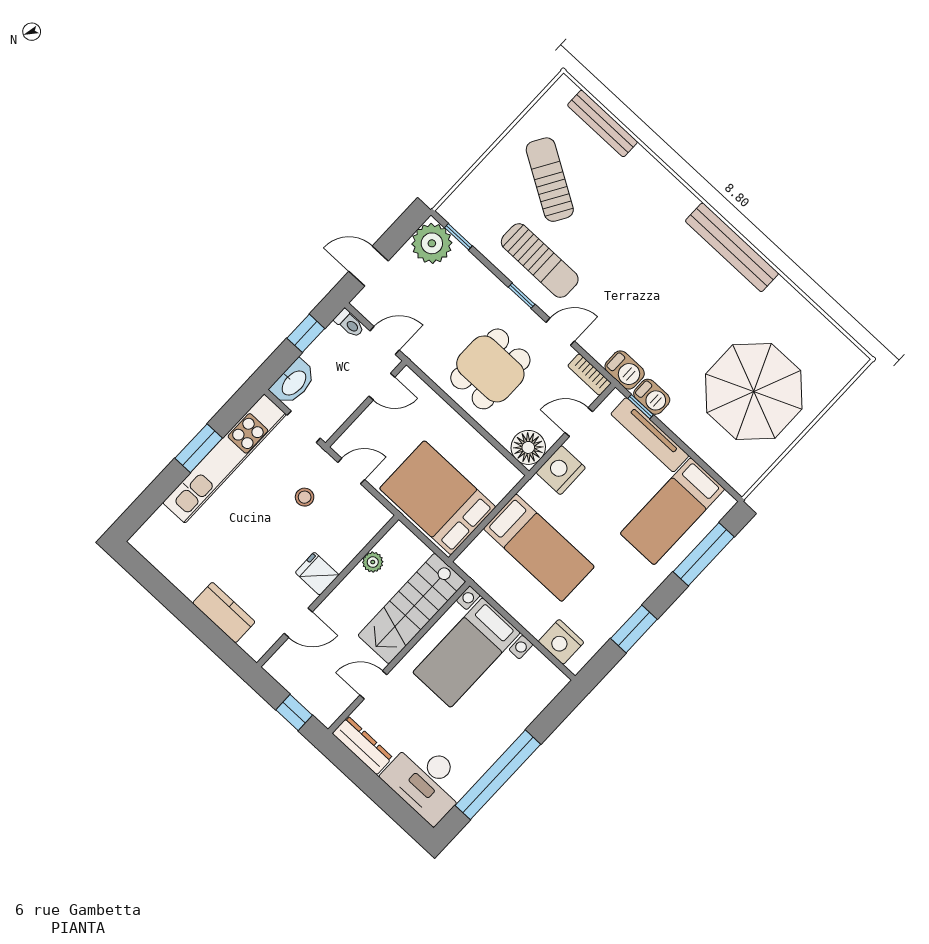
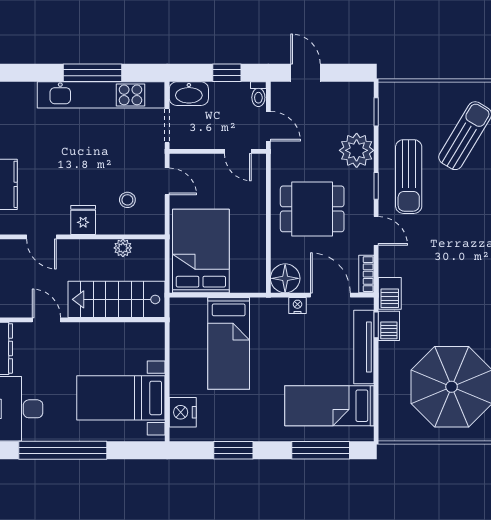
plant: (432, 243) -> (357, 150), moved
door: (579, 422) -> (330, 295), width x1.38
window: (199, 448) -> (93, 73), width x1.44
nightstand: (561, 470) -> (298, 306), width x0.53, depth x0.56
stool: (305, 497) -> (127, 200), moved
bed with nightstands: (467, 653) -> (121, 398), moved

